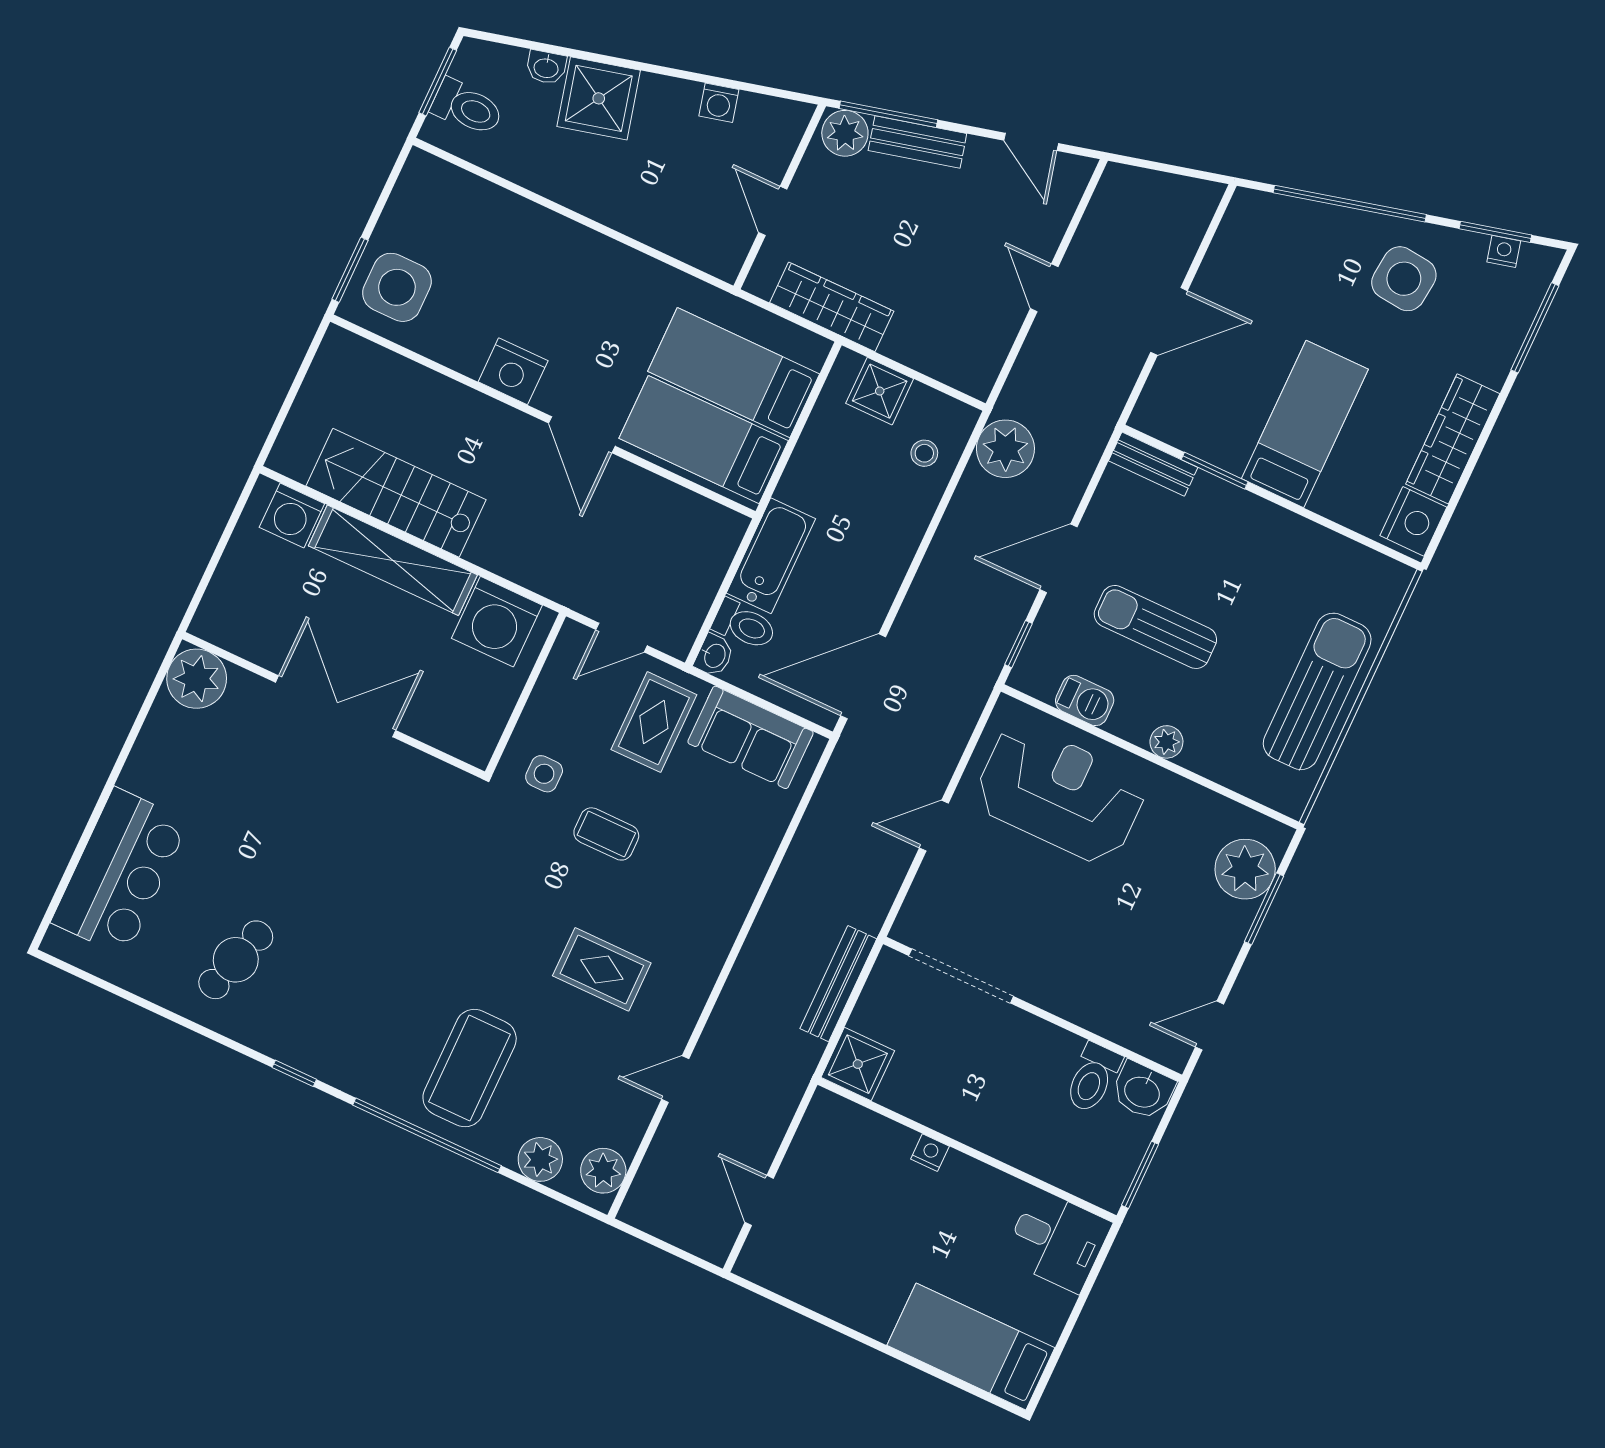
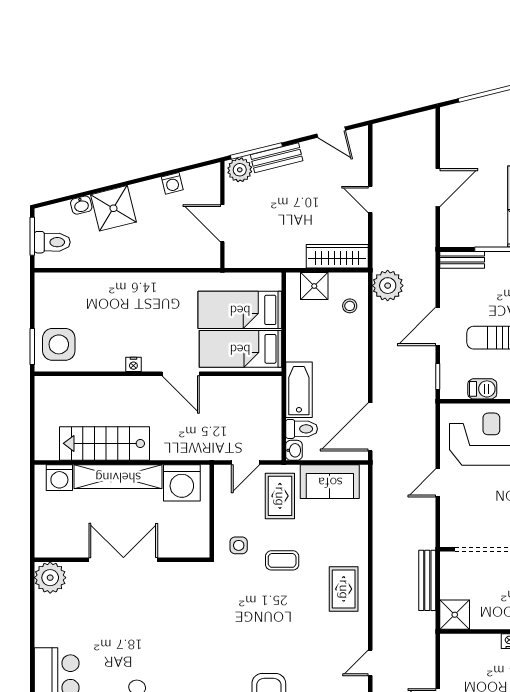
door: (773, 211) -> (222, 223), width x1.38
wardrobe: (832, 307) -> (337, 256), moved
nightstand: (513, 371) -> (133, 364), width x0.53, depth x0.56
rug: (602, 969) -> (344, 589), moved, turned 90

